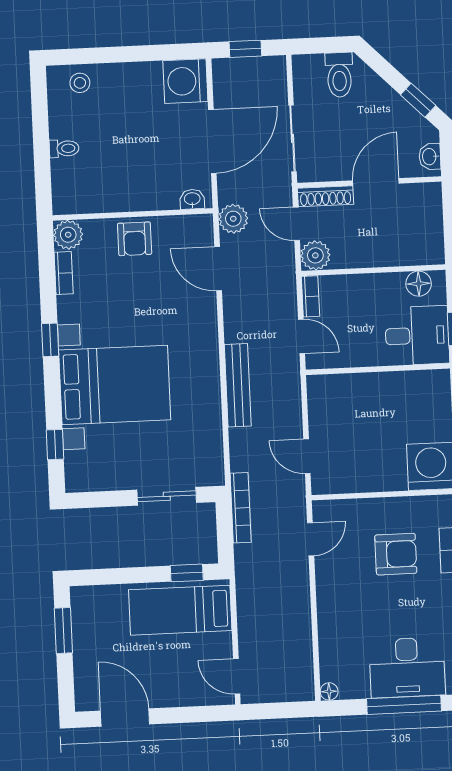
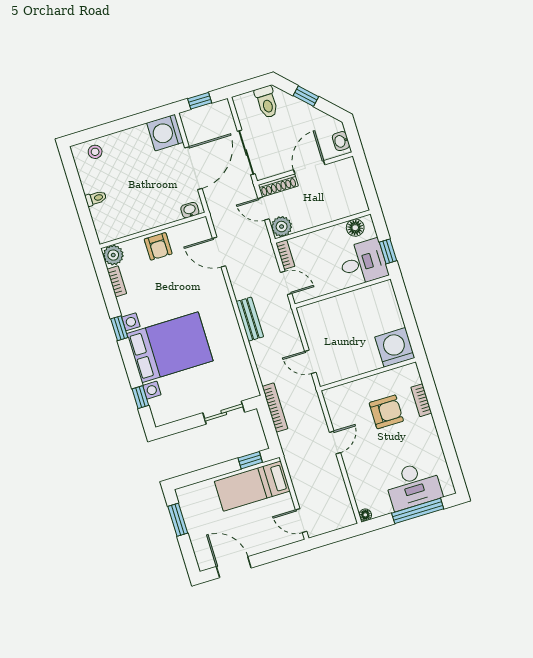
window: (418, 100) -> (306, 96), moved
plant: (233, 219) -> (221, 216), removed
bench: (238, 385) -> (250, 319), width x0.73
door: (311, 539) -> (335, 442), moved

